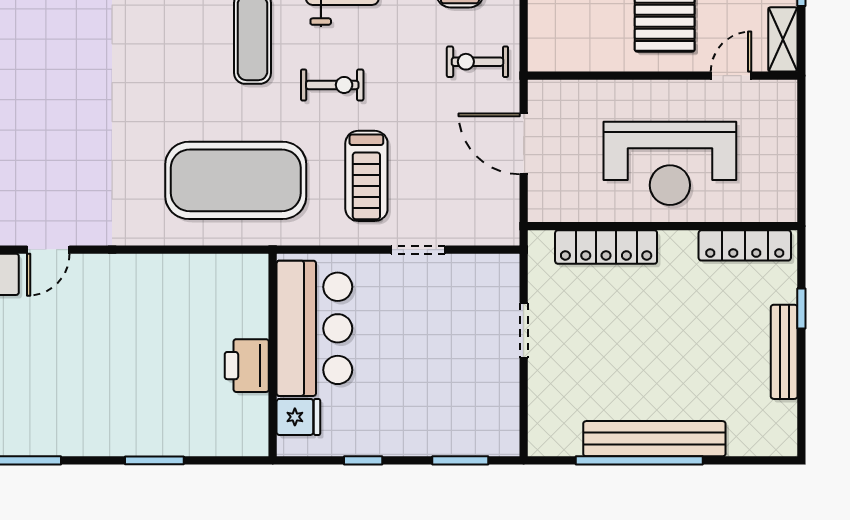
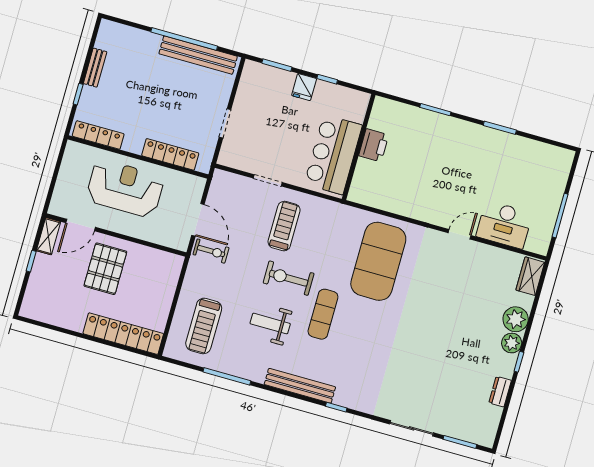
exercise bike: (477, 62) -> (211, 251), moved
door: (731, 76) -> (81, 225), width x1.38
exercise bike: (332, 85) -> (289, 278), width x1.38, depth x1.39
exercise mat: (236, 180) -> (378, 261), moved, turned 90
bench: (784, 352) -> (95, 68), width x0.73
fridge: (298, 417) -> (304, 87), moved, turned -90
bench: (654, 439) -> (198, 55), moved

